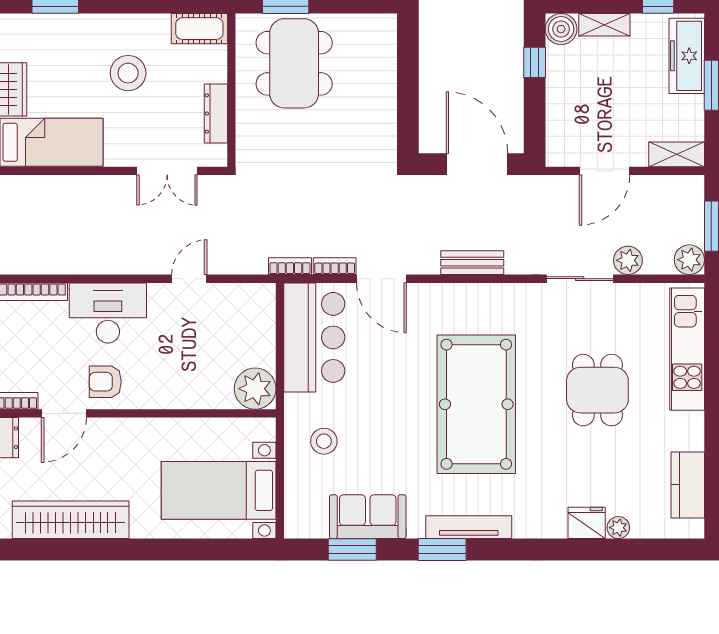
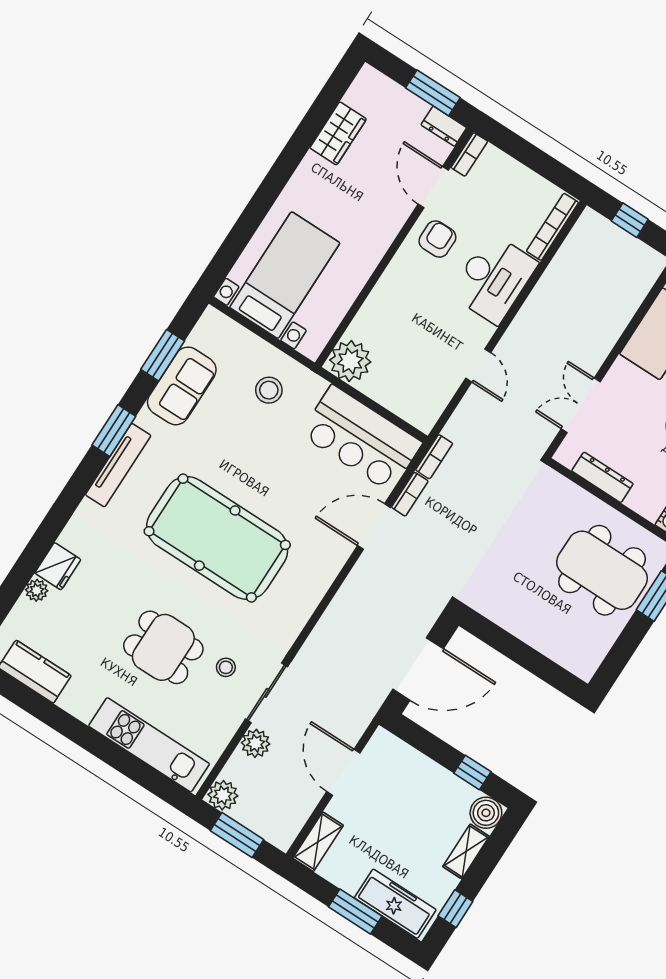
bench: (472, 263) -> (338, 611), removed
stool: (580, 327) -> (226, 667), added
wardrobe: (71, 520) -> (338, 133), width x0.48, depth x0.85

